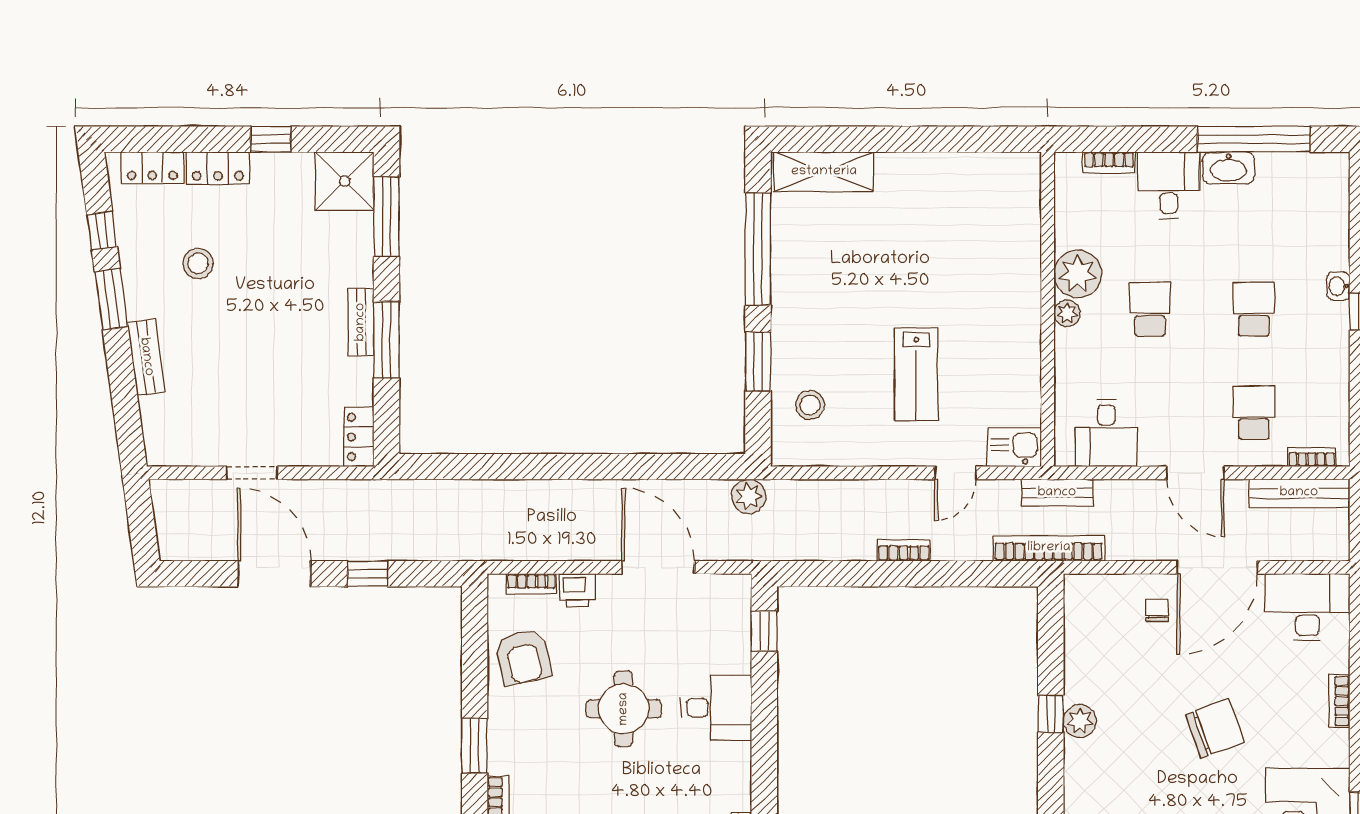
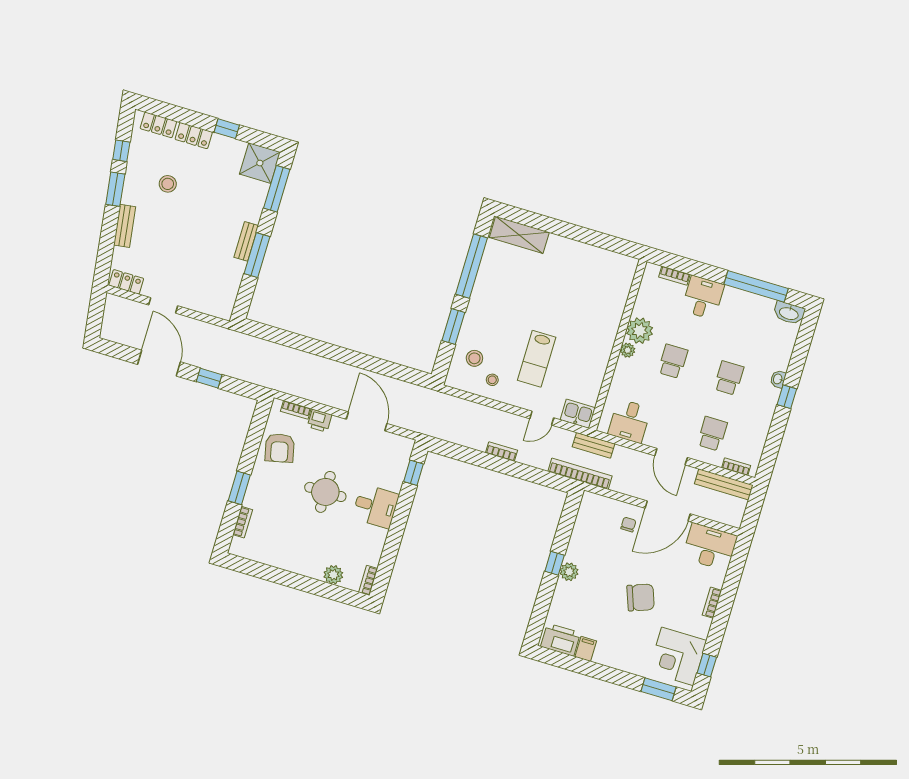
washbasin: (1229, 168) -> (789, 313), moved
stool: (851, 433) -> (492, 380), added
locker: (359, 437) -> (126, 282), moved, turned 90
plant: (749, 496) -> (427, 398), removed

